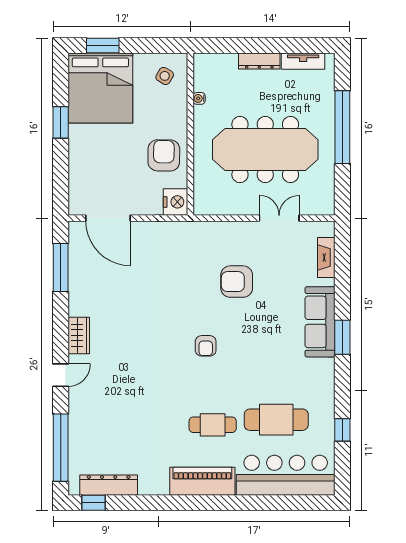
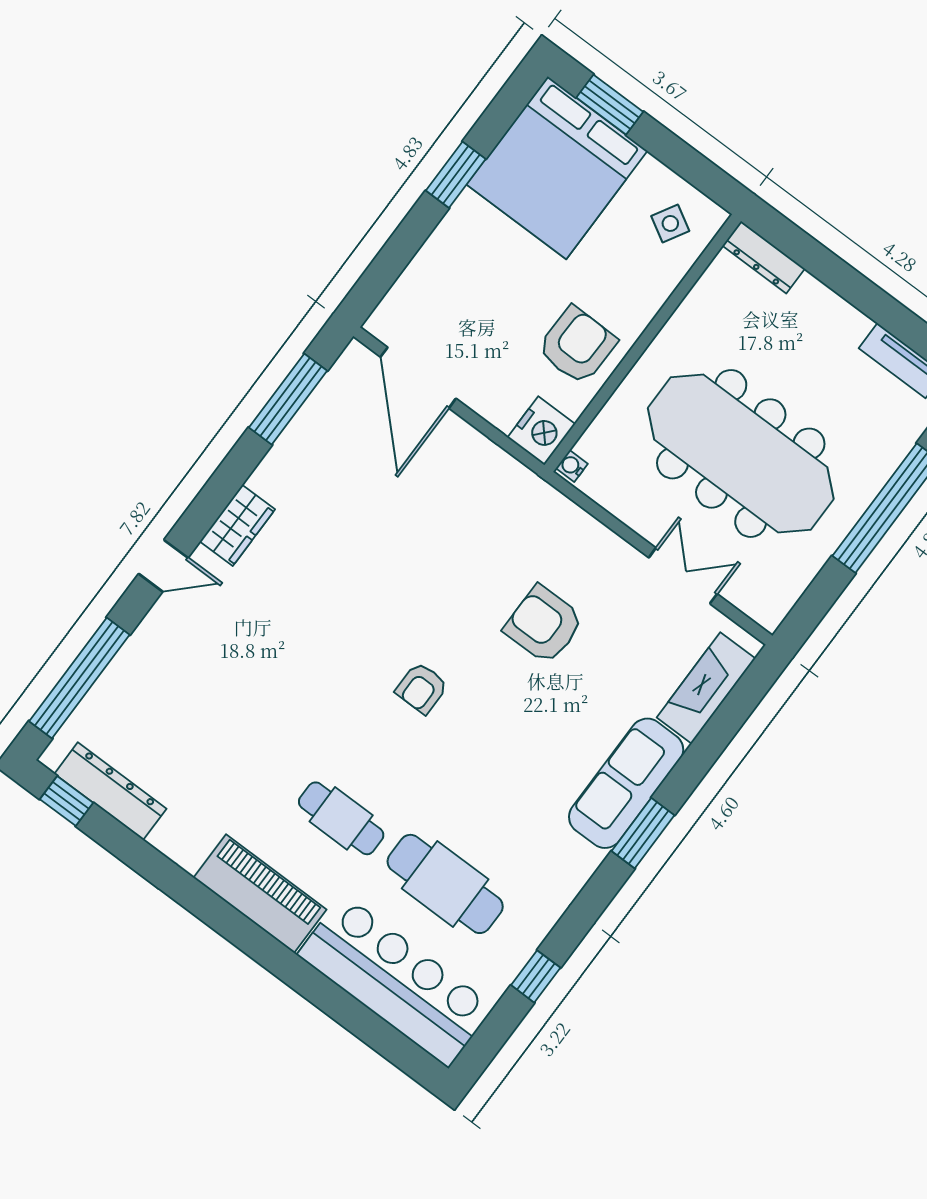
dresser: (259, 61) -> (764, 257), moved
water cooler: (199, 98) -> (572, 466), moved
fireplace: (326, 257) -> (706, 688), width x1.37, depth x1.32

